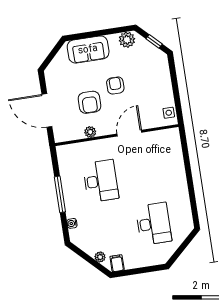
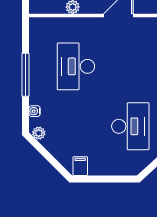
desk: (101, 181) -> (76, 66), turned 180
plant: (100, 257) -> (39, 133), moved

